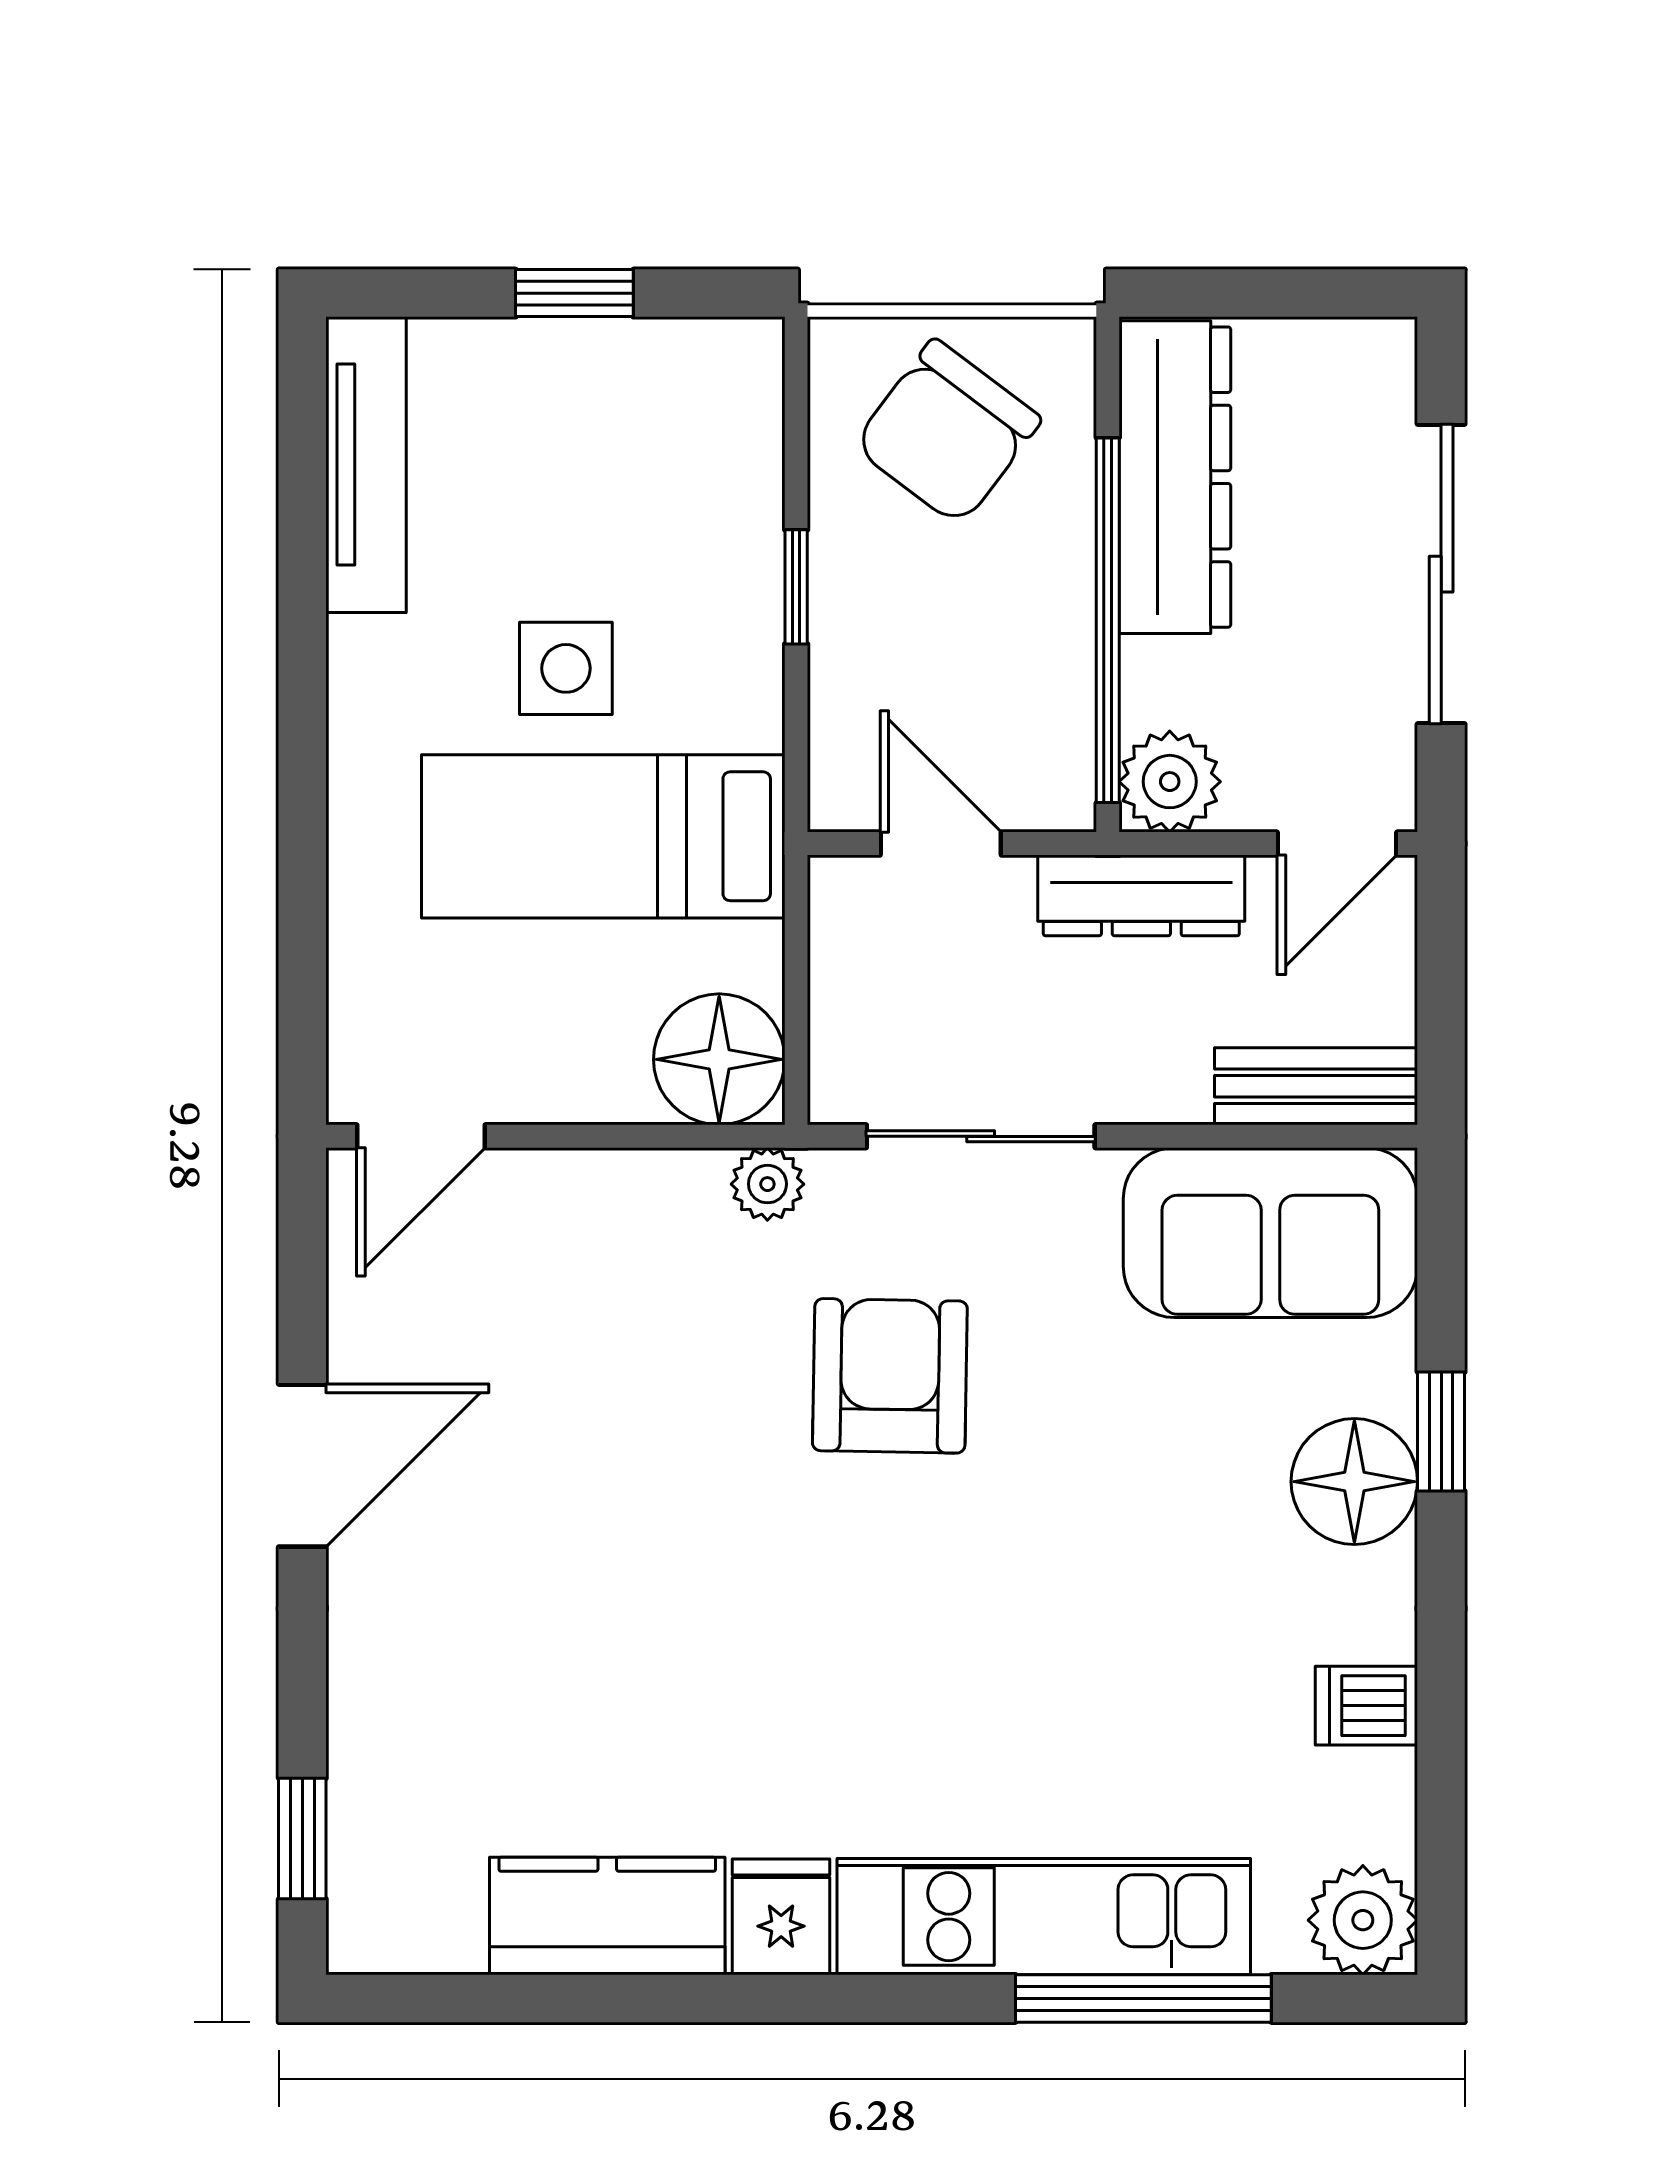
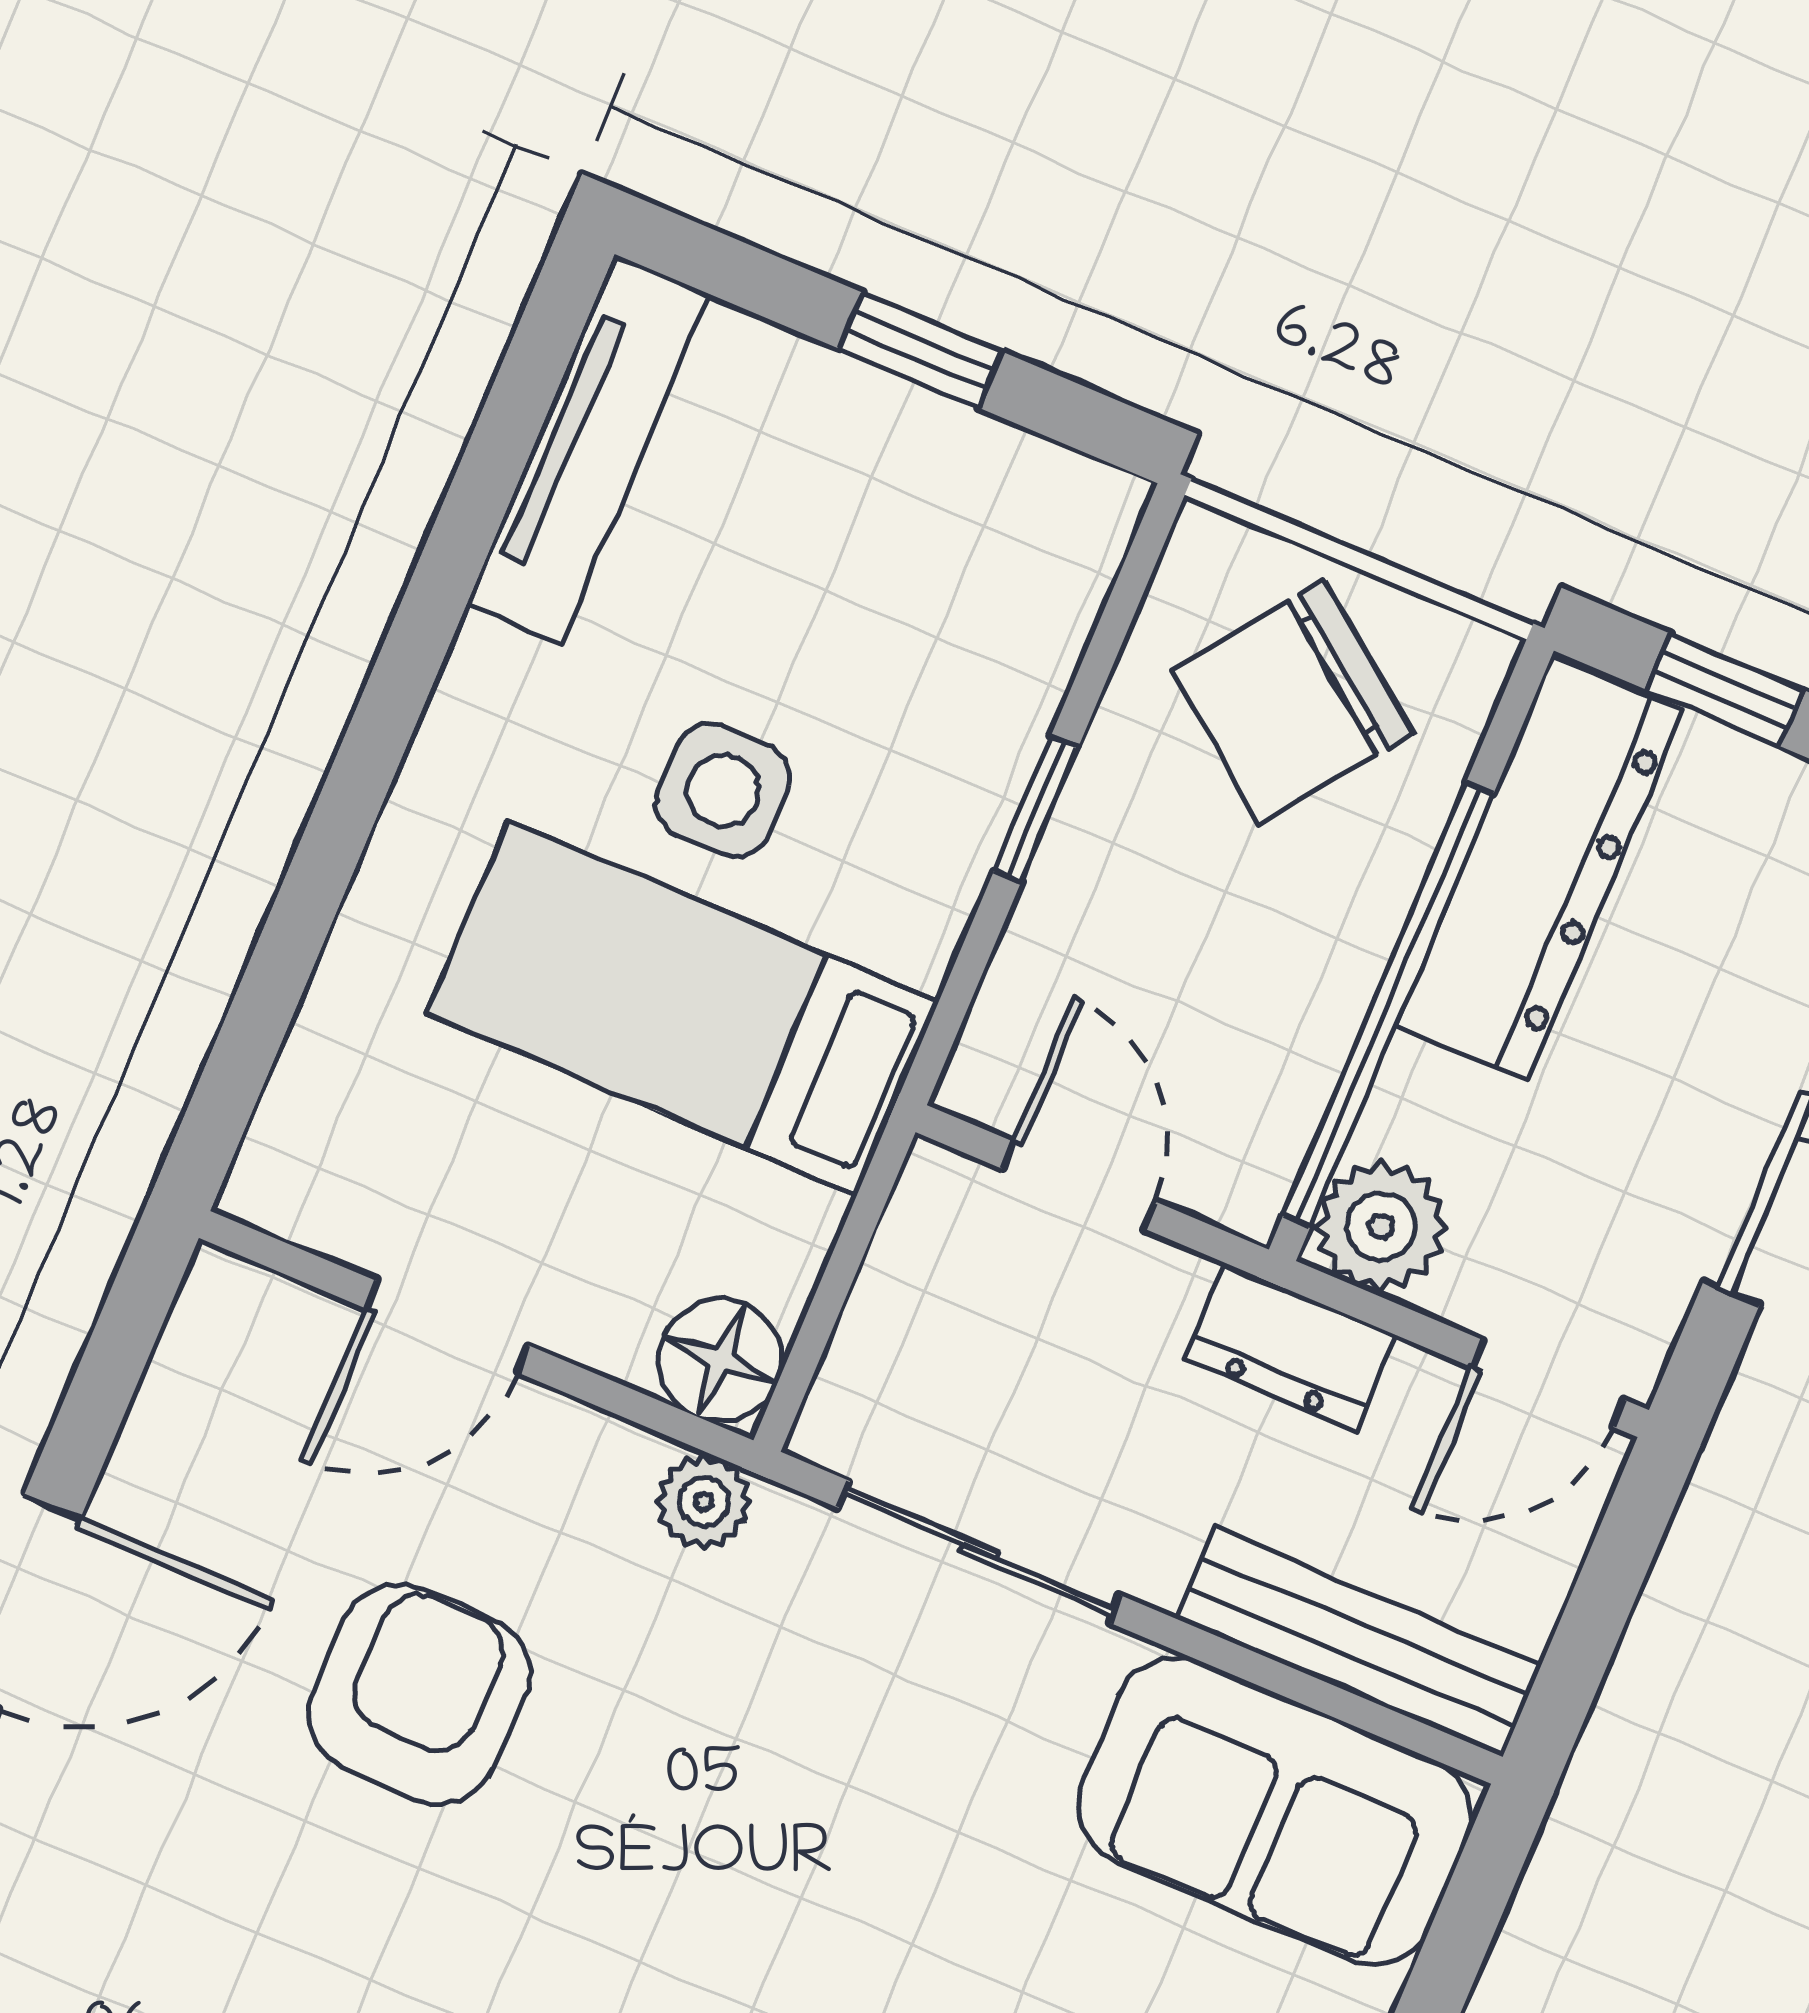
window: (1254, 293) -> (1725, 690), added
dresser: (1141, 895) -> (1291, 1347), width x0.70
floor lamp: (719, 1059) -> (721, 1360), width x0.73, depth x0.73
bench: (1316, 1086) -> (1358, 1642), width x1.36
door: (421, 1136) -> (447, 1327), moved
armchair: (890, 1376) -> (419, 1694), moved

